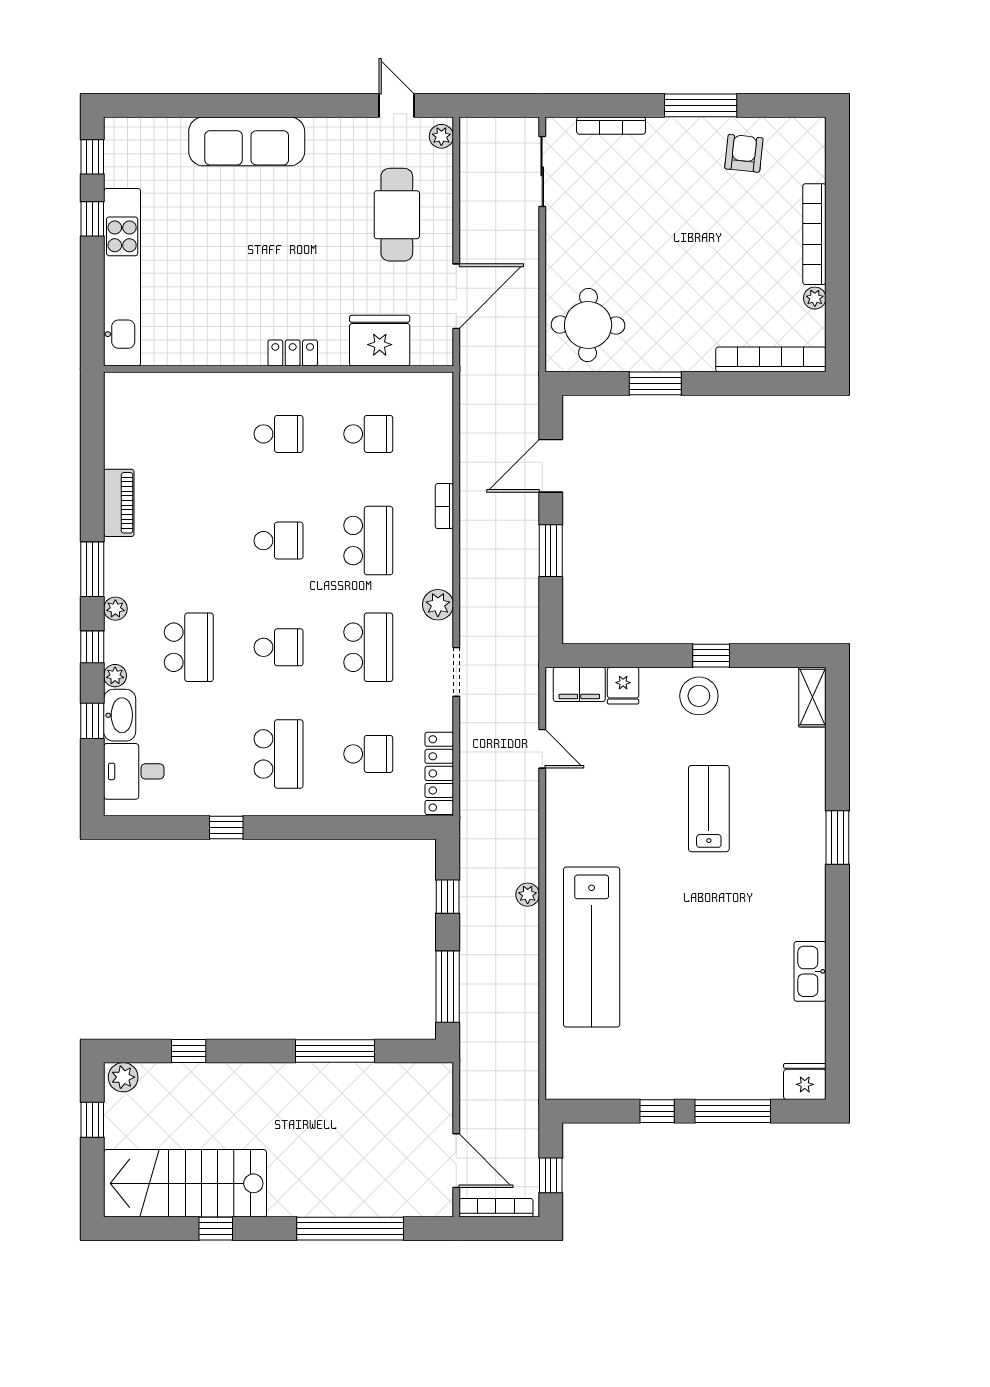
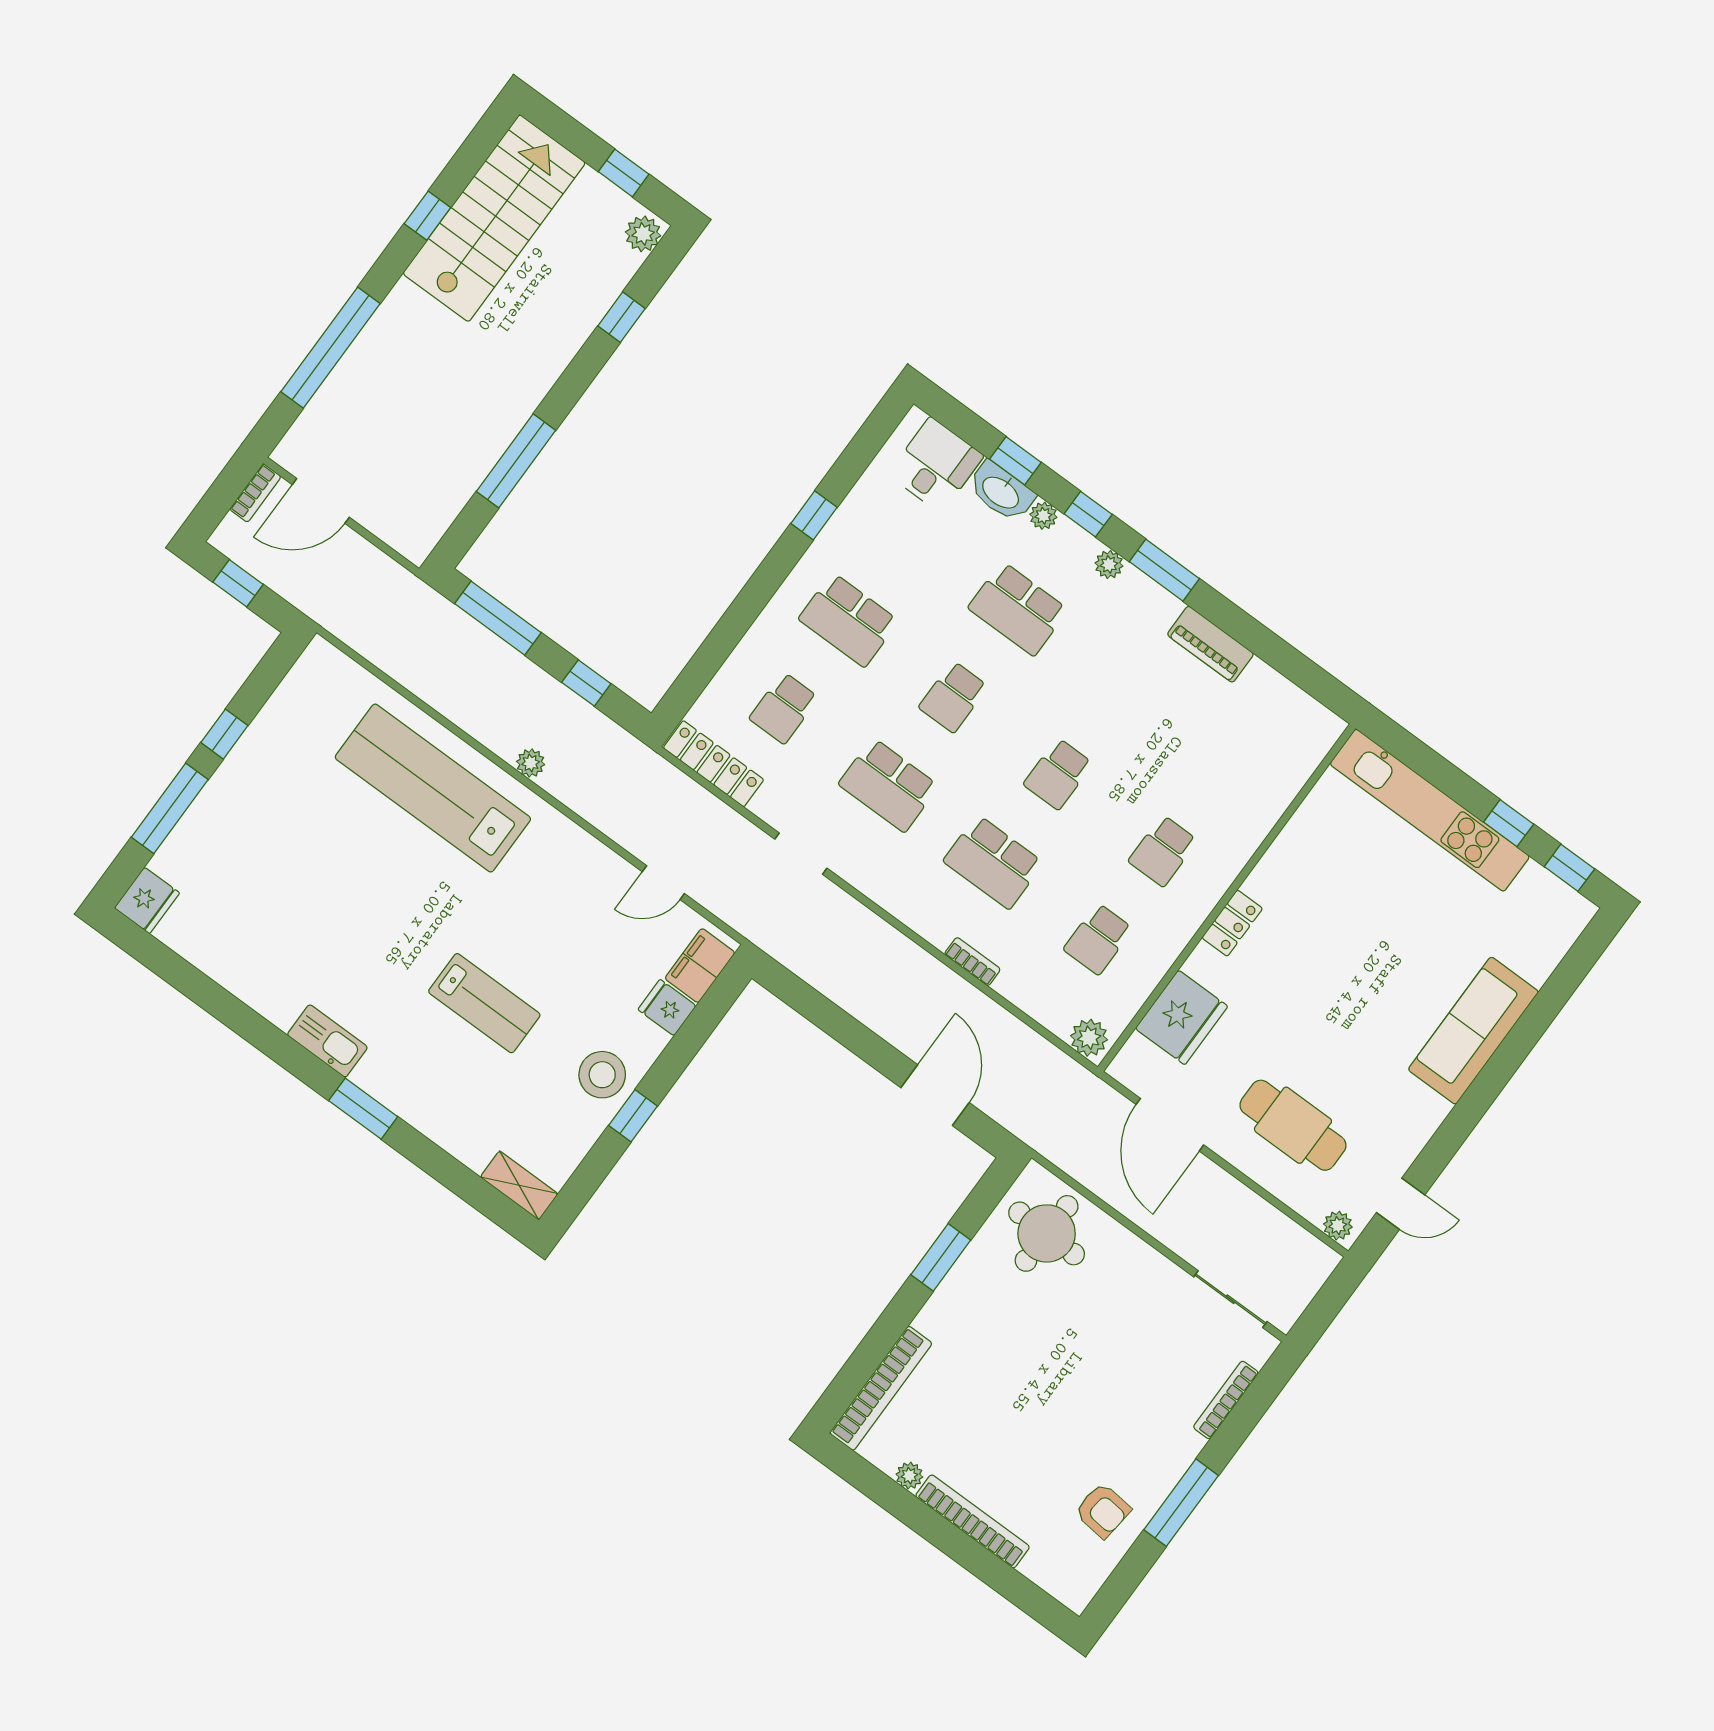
window: (551, 551) -> (852, 1034), removed
plant: (438, 605) -> (1089, 1038), moved
kitchen sink: (810, 971) -> (327, 1041), moved
bookcase: (496, 1208) -> (255, 493), width x0.64

